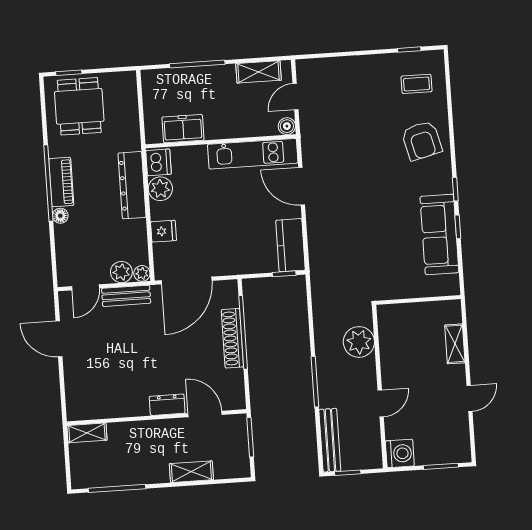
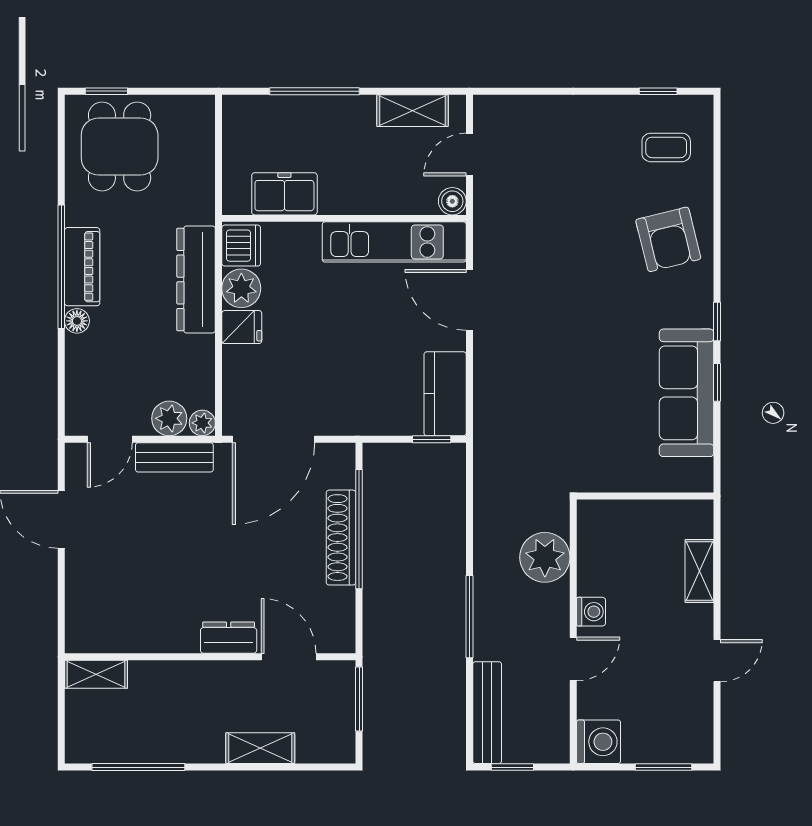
fridge: (164, 231) -> (242, 327), moved
washing machine: (390, 374) -> (591, 612), added

